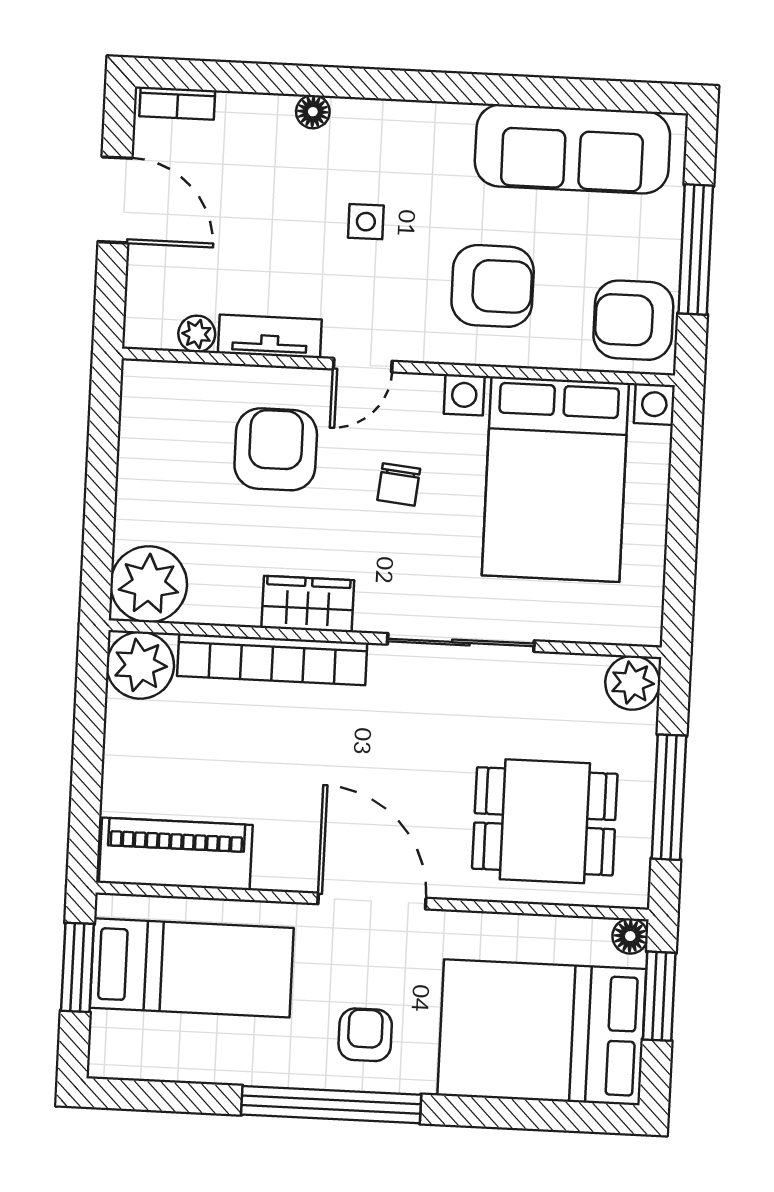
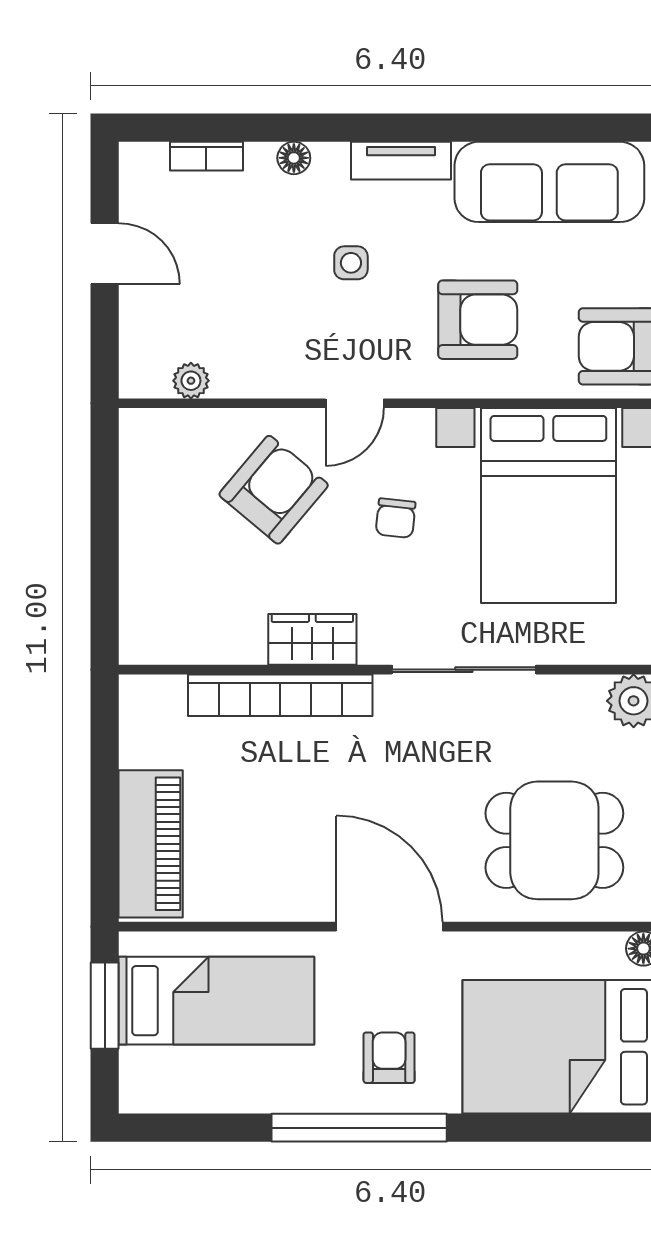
bookcase: (177, 103) -> (206, 156), moved
door: (115, 200) -> (105, 254), width x0.73
tv unit: (270, 336) -> (401, 161), moved, turned 180
armchair: (276, 449) -> (274, 490), turned 40
plant: (149, 584) -> (156, 628), removed
plant: (140, 665) -> (152, 707), removed
piano: (176, 854) -> (151, 844), moved, turned 90

